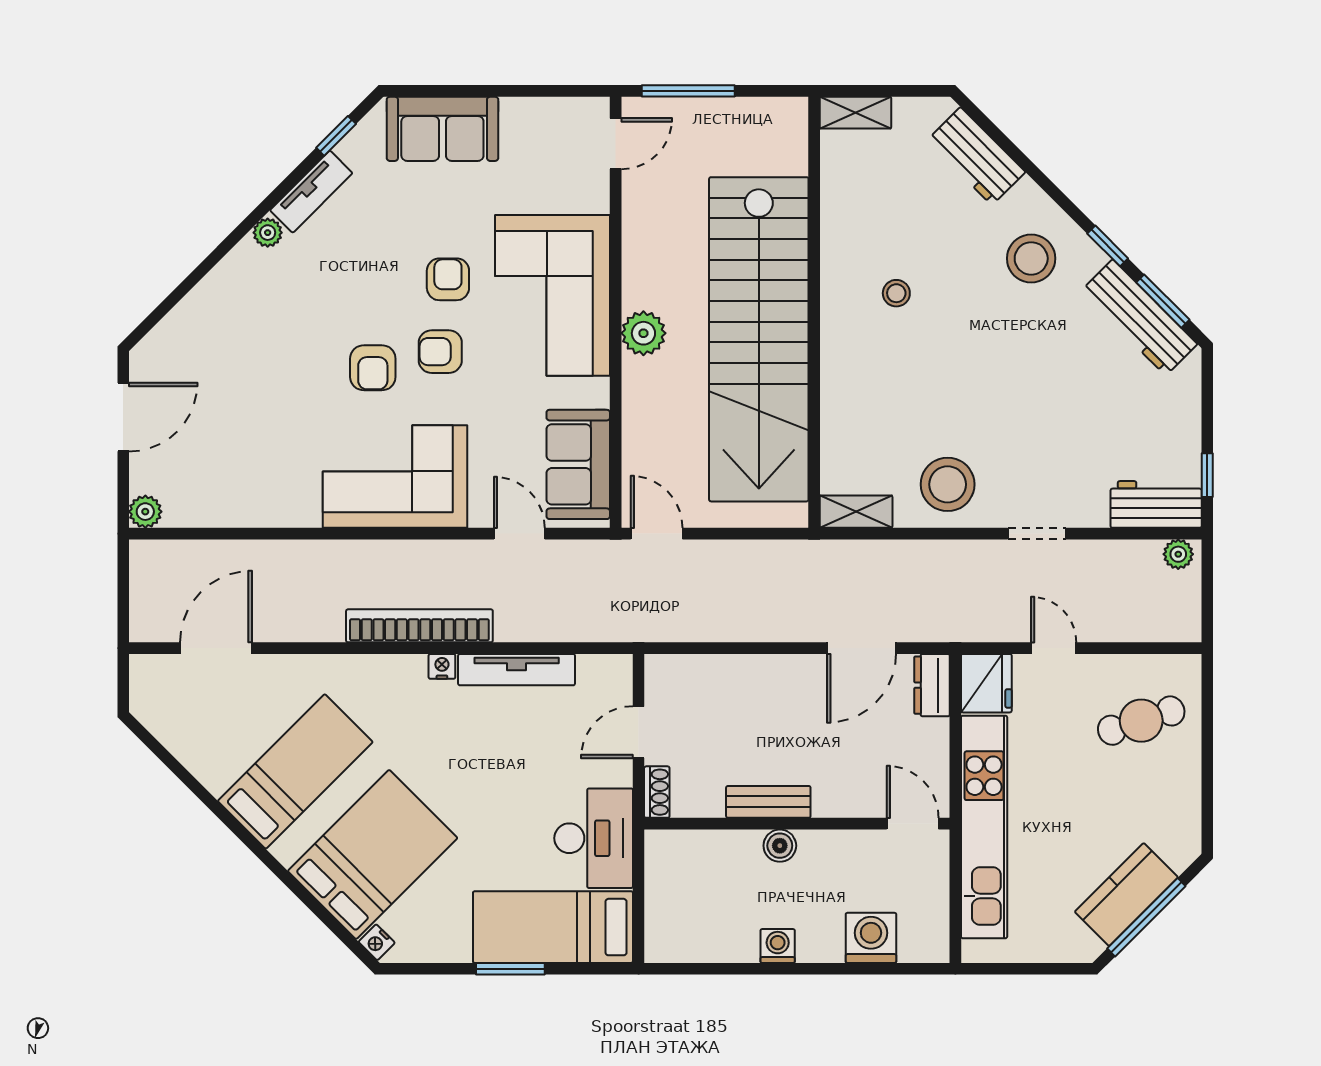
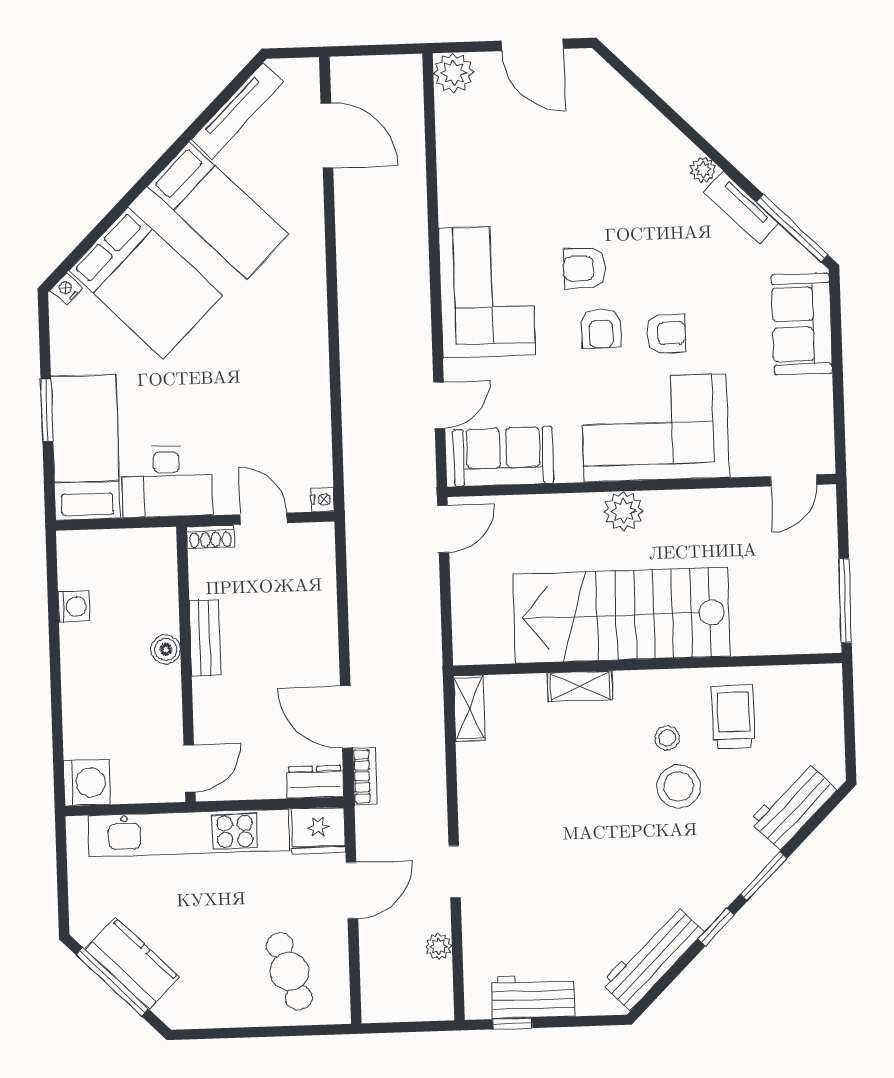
window: (688, 91) -> (845, 601), moved
shelving: (855, 113) -> (580, 686), moved, turned 90
window: (336, 136) -> (792, 228), width x2.17
door: (616, 144) -> (794, 480), hinge flipped
trolley: (875, 219) -> (733, 717), added
stool: (1031, 258) -> (679, 786), moved
window: (1163, 301) -> (764, 876), moved
stairs: (759, 339) -> (621, 615), width x0.73
armchair: (440, 352) -> (601, 329), turned 180
stool: (948, 484) -> (496, 790), removed
workbench: (1156, 504) -> (533, 997), moved, turned -90
plant: (145, 512) -> (454, 73), width x1.38, depth x1.38
plant: (1178, 554) -> (439, 946), moved
bookcase: (419, 626) -> (365, 776), moved, width x0.43, depth x0.76
door: (1054, 648) -> (352, 890), width x1.38
nightstand: (442, 666) -> (323, 500), moved
tv unit: (517, 670) -> (237, 111), moved, turned -135
washing machine: (871, 938) -> (87, 782), moved
washing machine: (778, 946) -> (74, 607), moved

